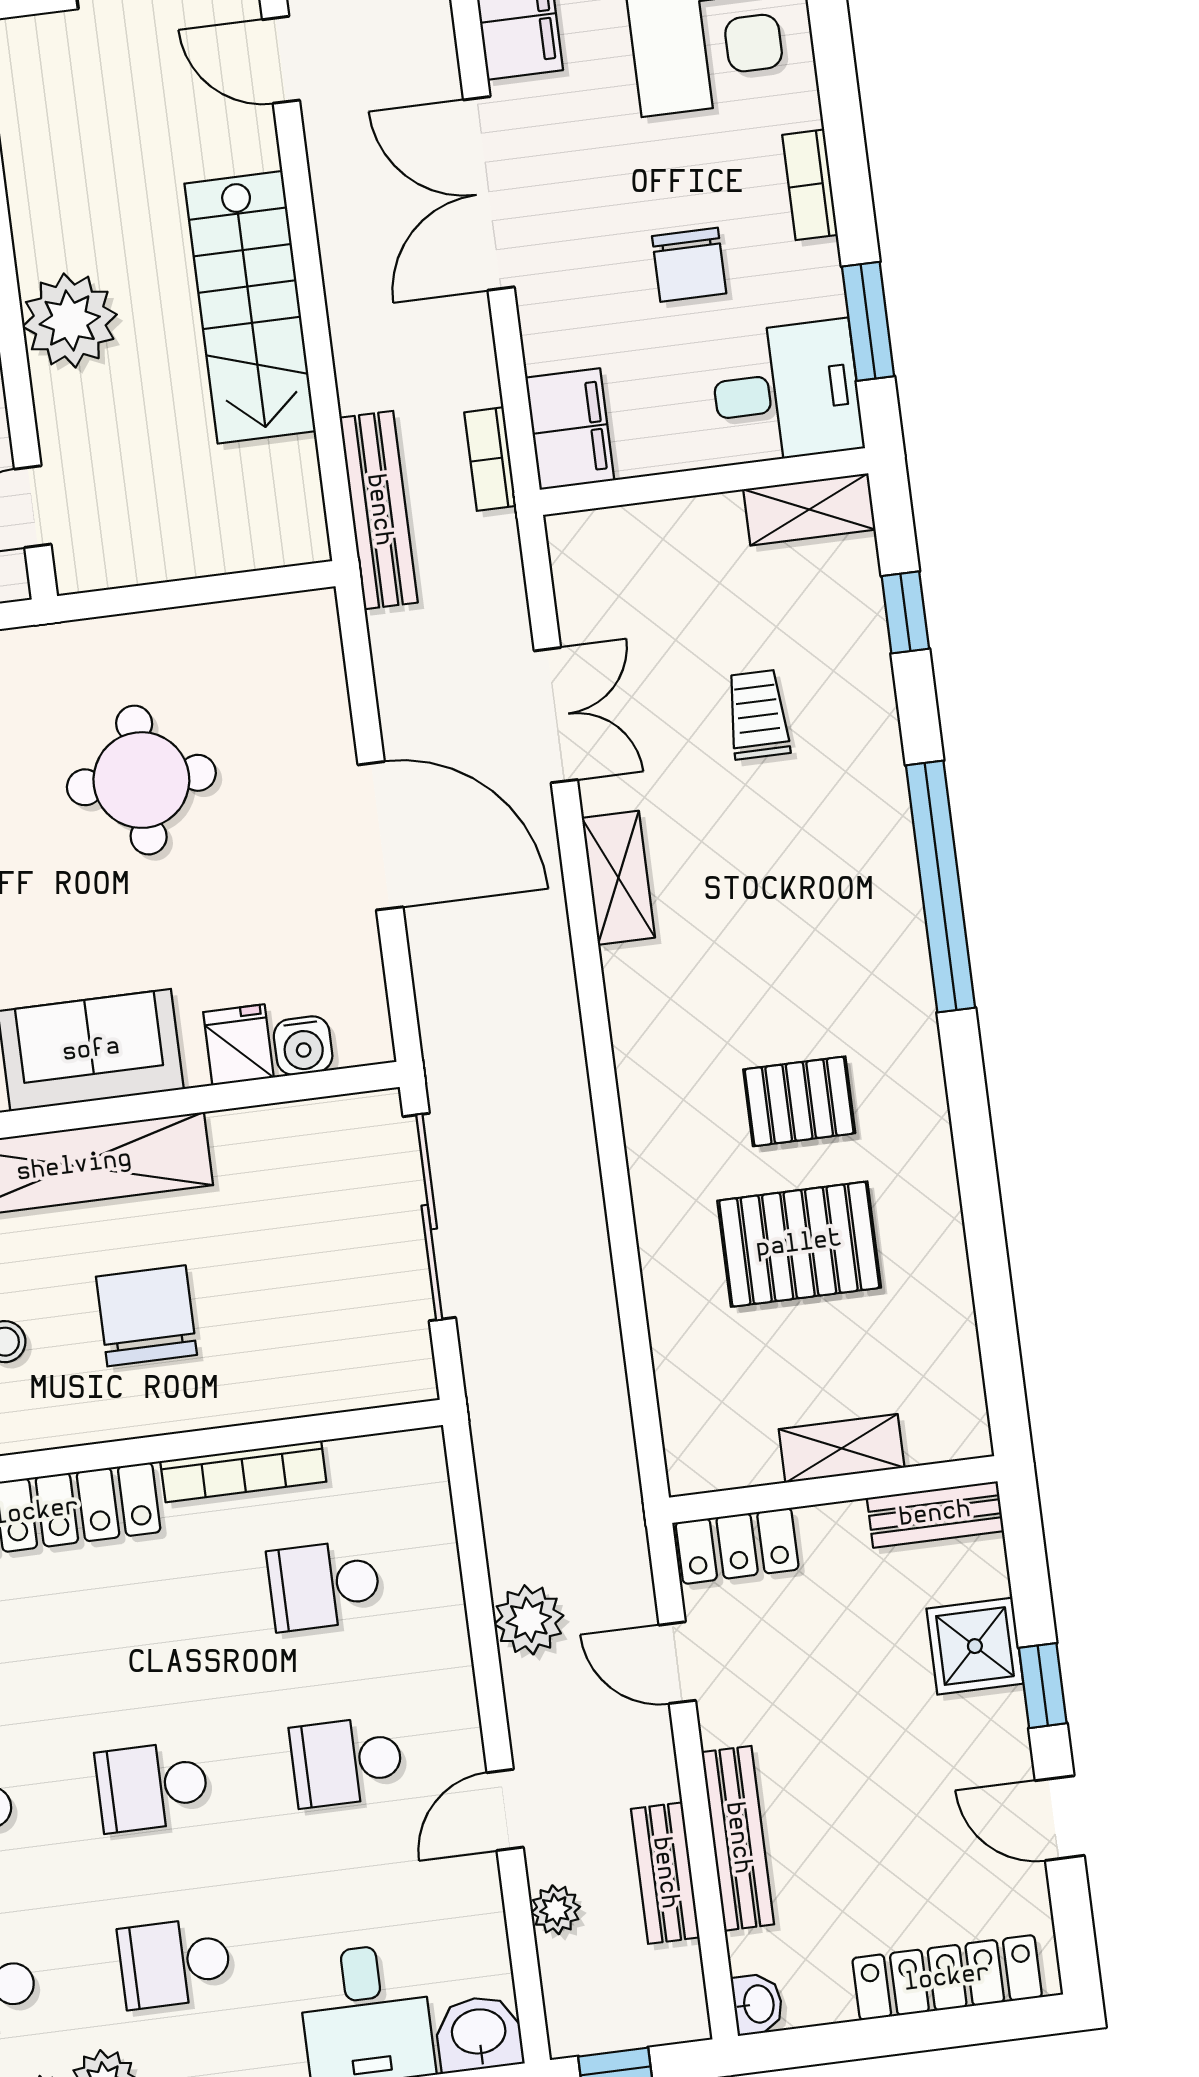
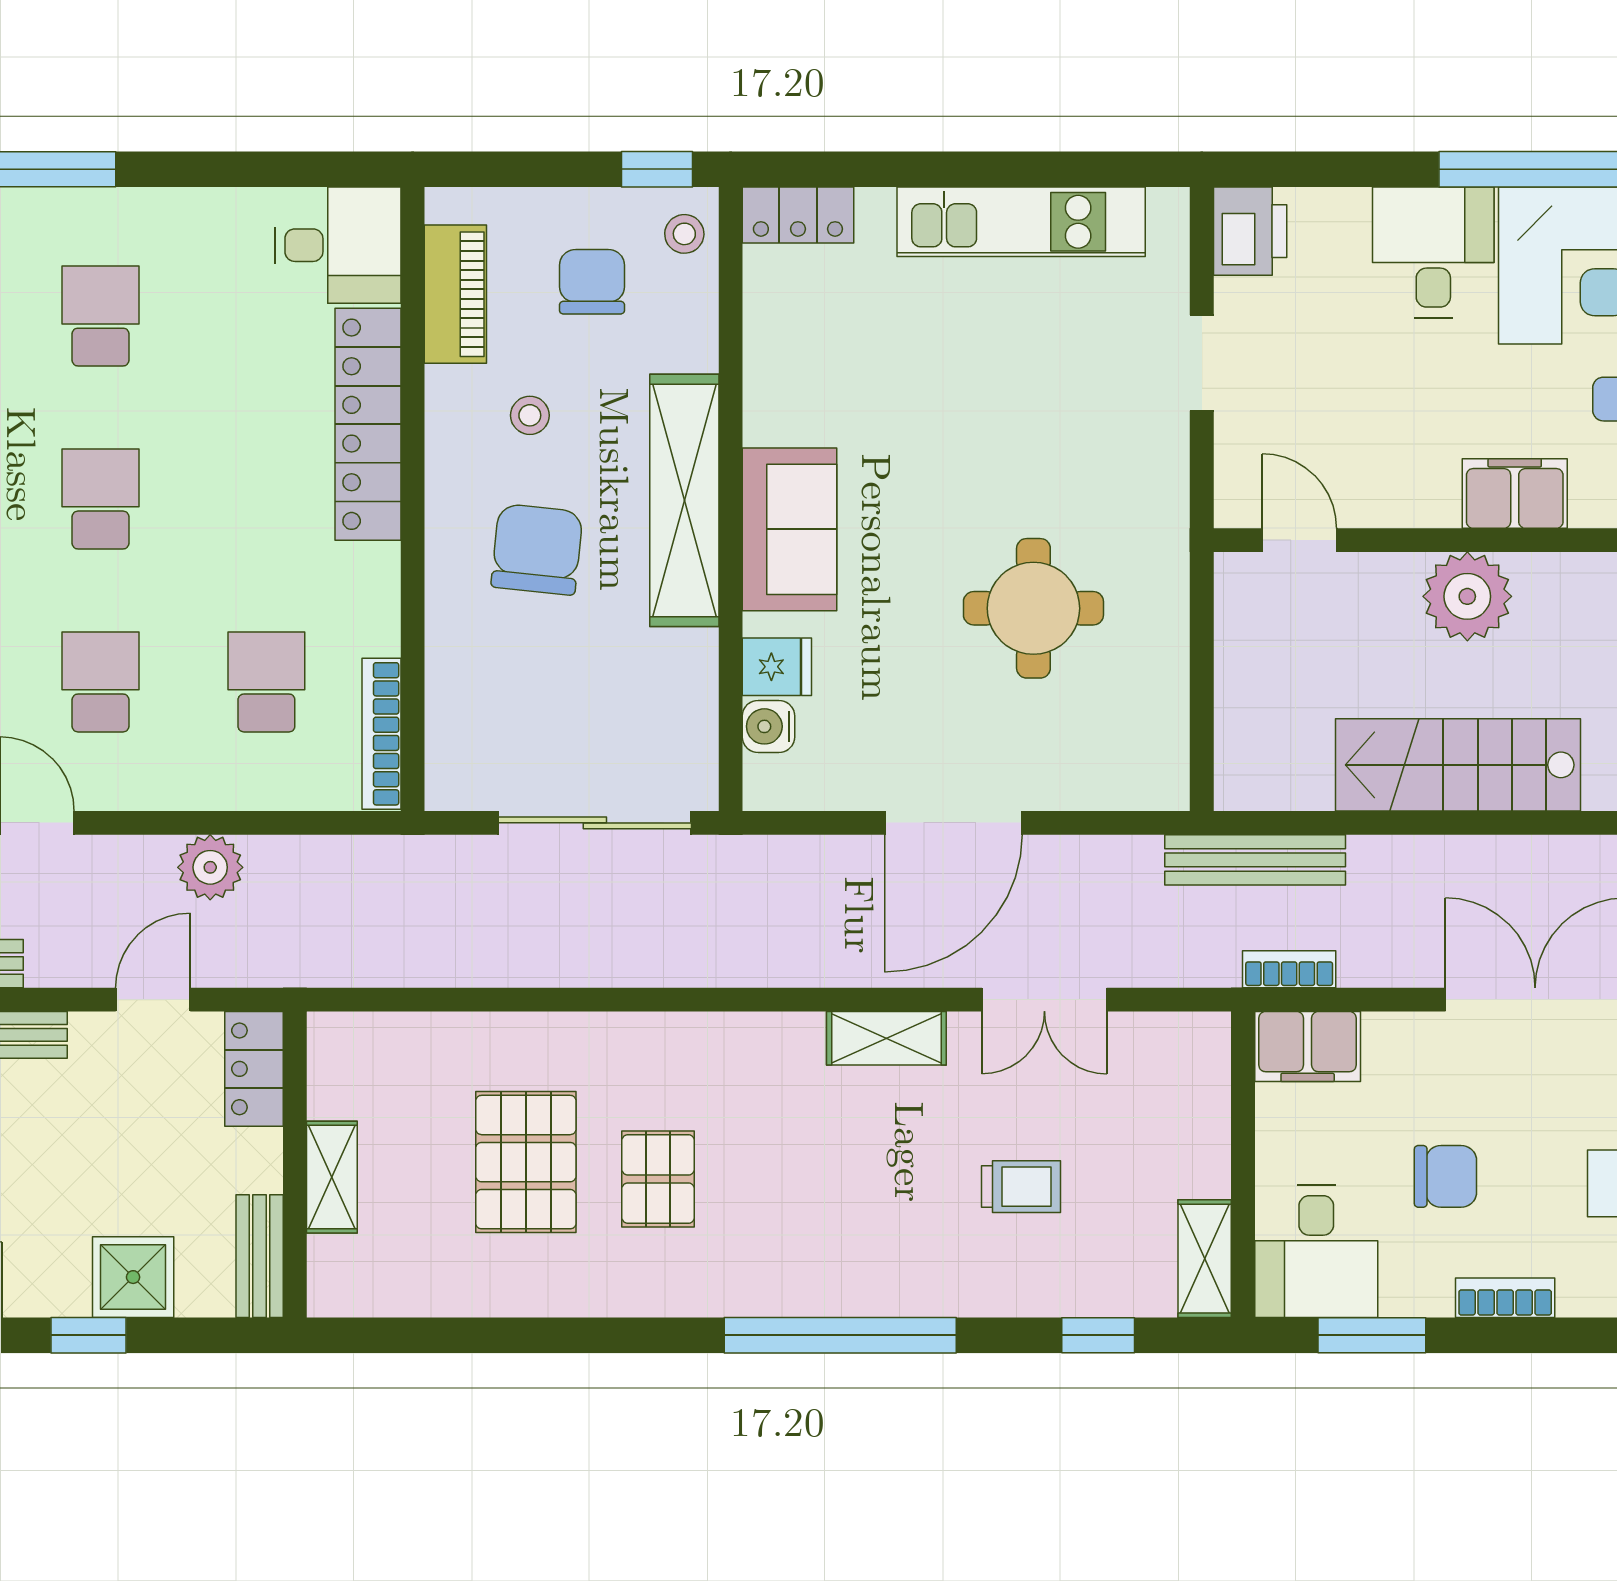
chair: (689, 265) -> (1445, 1176), turned 180
chair: (146, 1316) -> (537, 549), turned -84
bookcase: (243, 1471) -> (381, 734), moved

